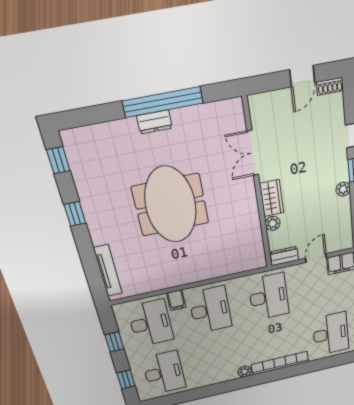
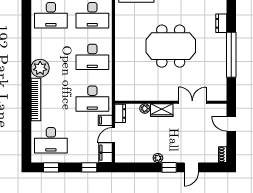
door: (302, 76) -> (231, 124), moved
dresser: (154, 122) -> (221, 23), moved
door: (316, 258) -> (114, 135), swing flipped
filing cabinet: (176, 300) -> (105, 120), moved
plant: (245, 372) -> (40, 68), width x1.88, depth x1.88

